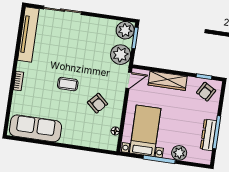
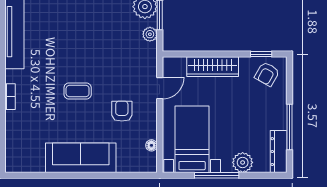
plant: (121, 55) -> (150, 34), width x0.53, depth x0.53
door: (129, 80) -> (160, 88), moved
armchair: (98, 103) -> (122, 111), turned -132
sofa: (35, 128) -> (81, 158), moved
dresser: (208, 135) -> (279, 152), moved

